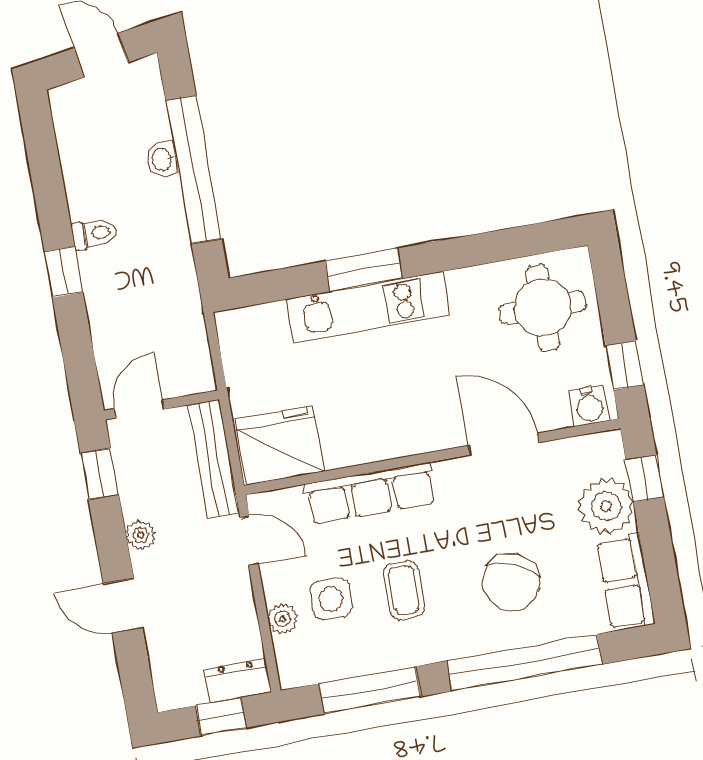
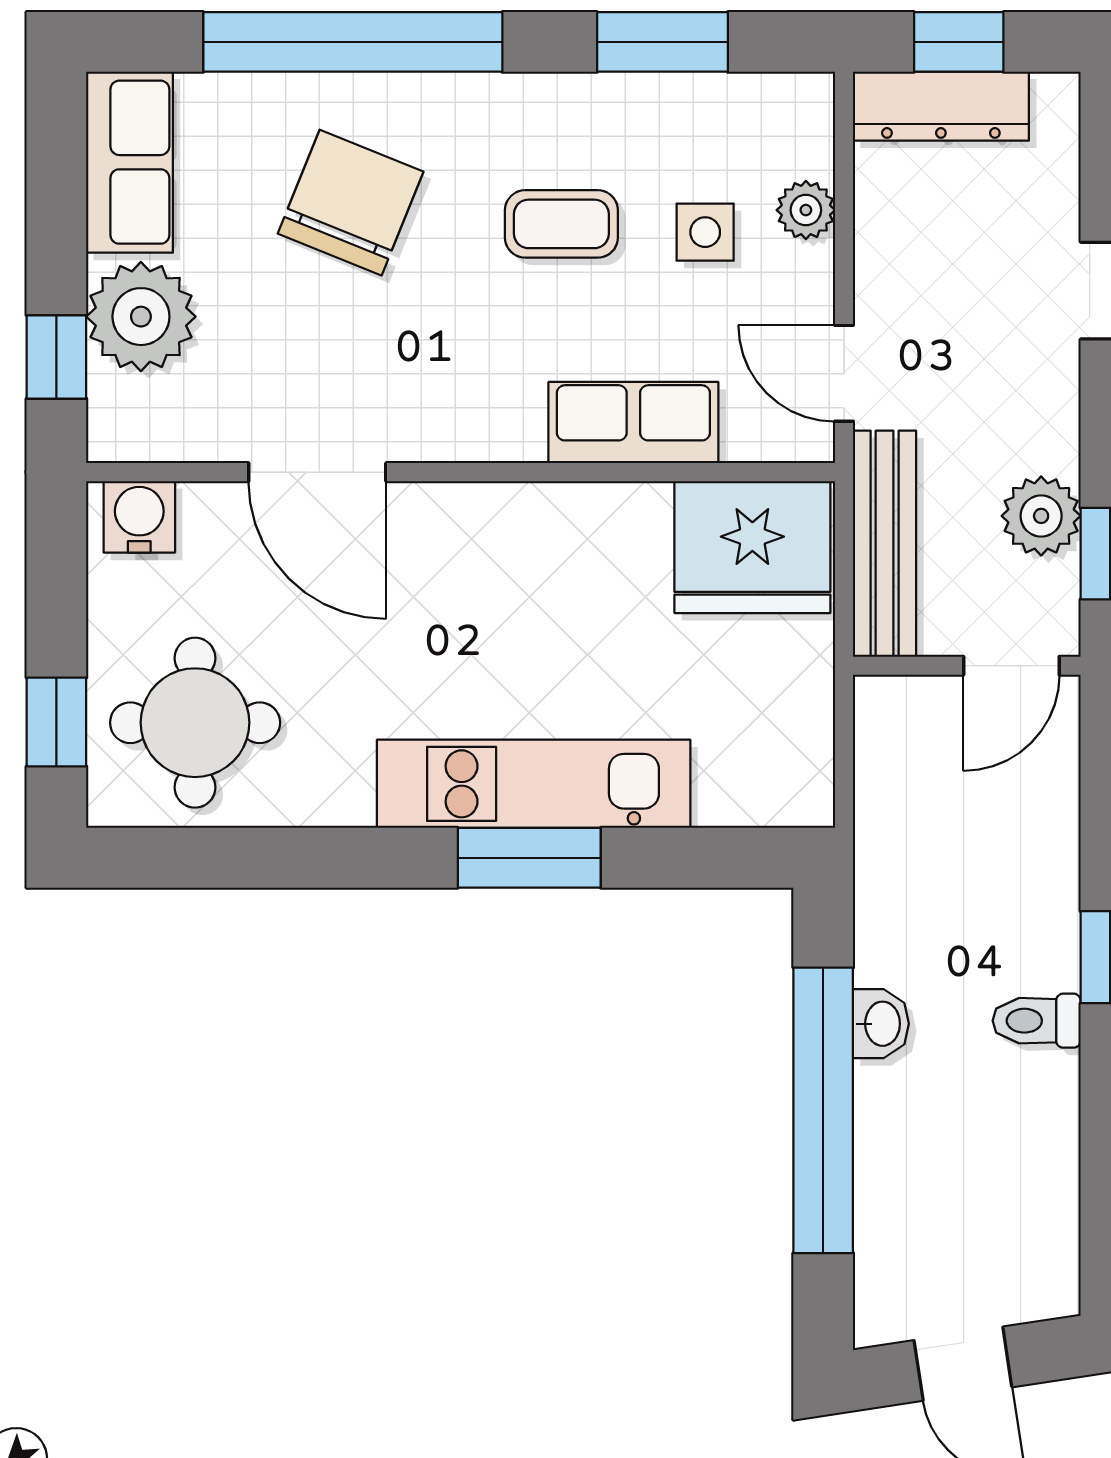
washbasin: (162, 159) -> (881, 1024), moved
window: (625, 365) -> (56, 722), moved
row of seats: (370, 493) -> (633, 423), width x0.68
plant: (141, 535) -> (1041, 516), moved, width x1.38, depth x1.38
coffee table: (404, 590) -> (561, 224), turned 90
side table: (331, 599) -> (705, 232), width x0.73, depth x0.73
dresser: (238, 680) -> (941, 106), width x1.44
window: (370, 690) -> (662, 42), width x0.69

